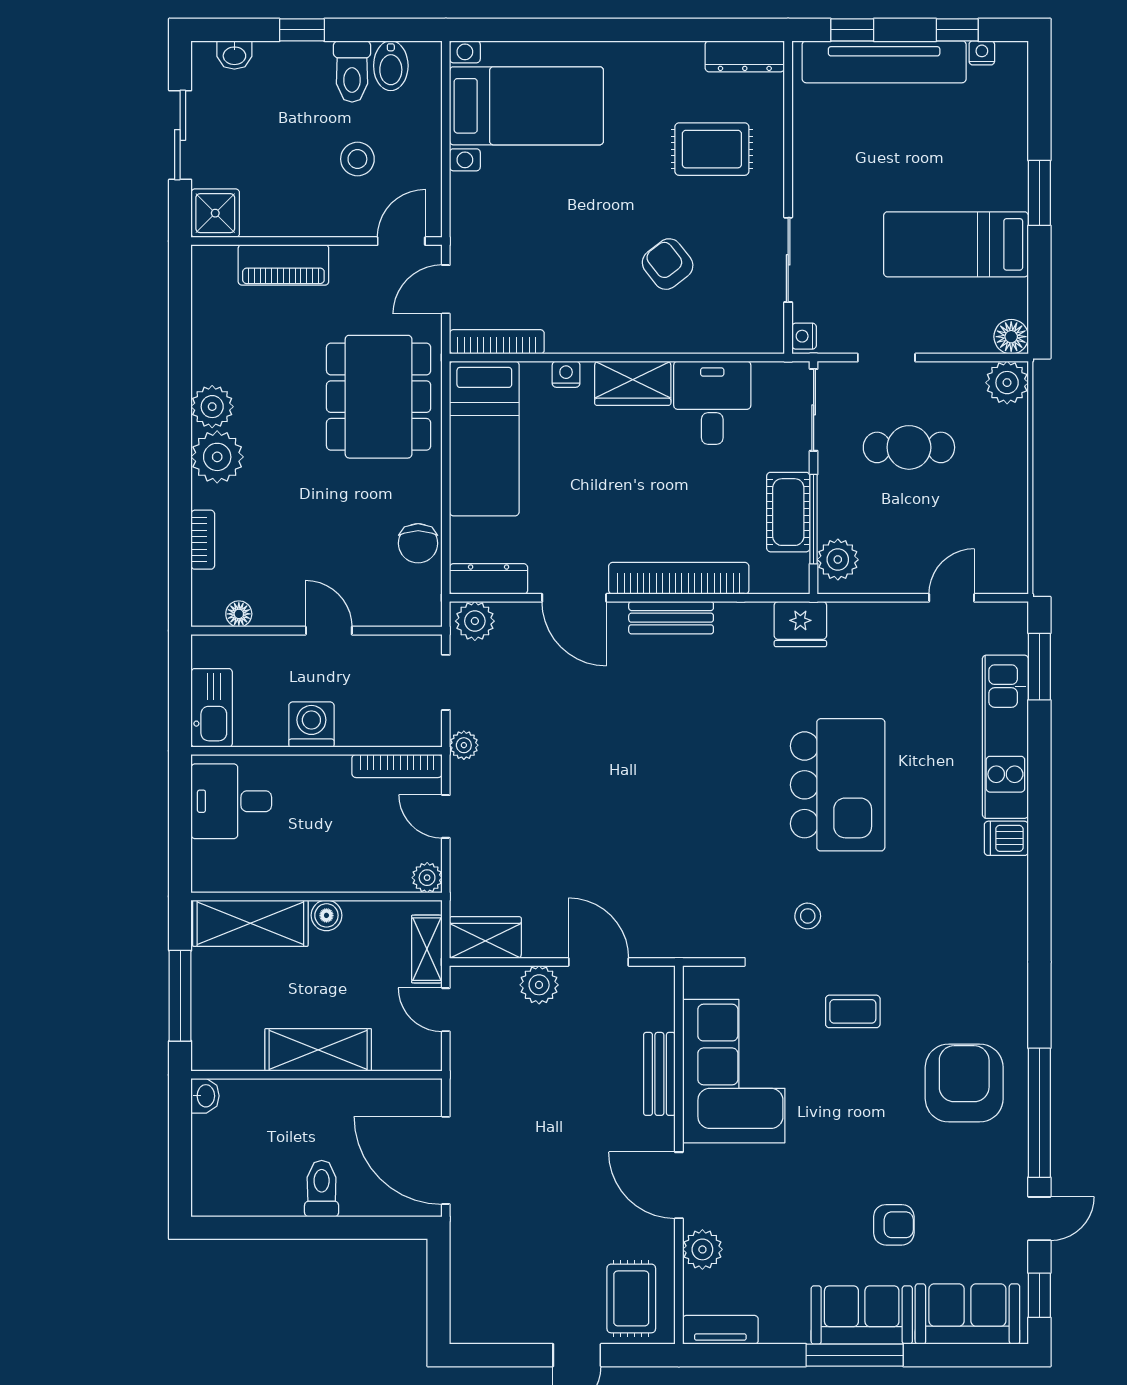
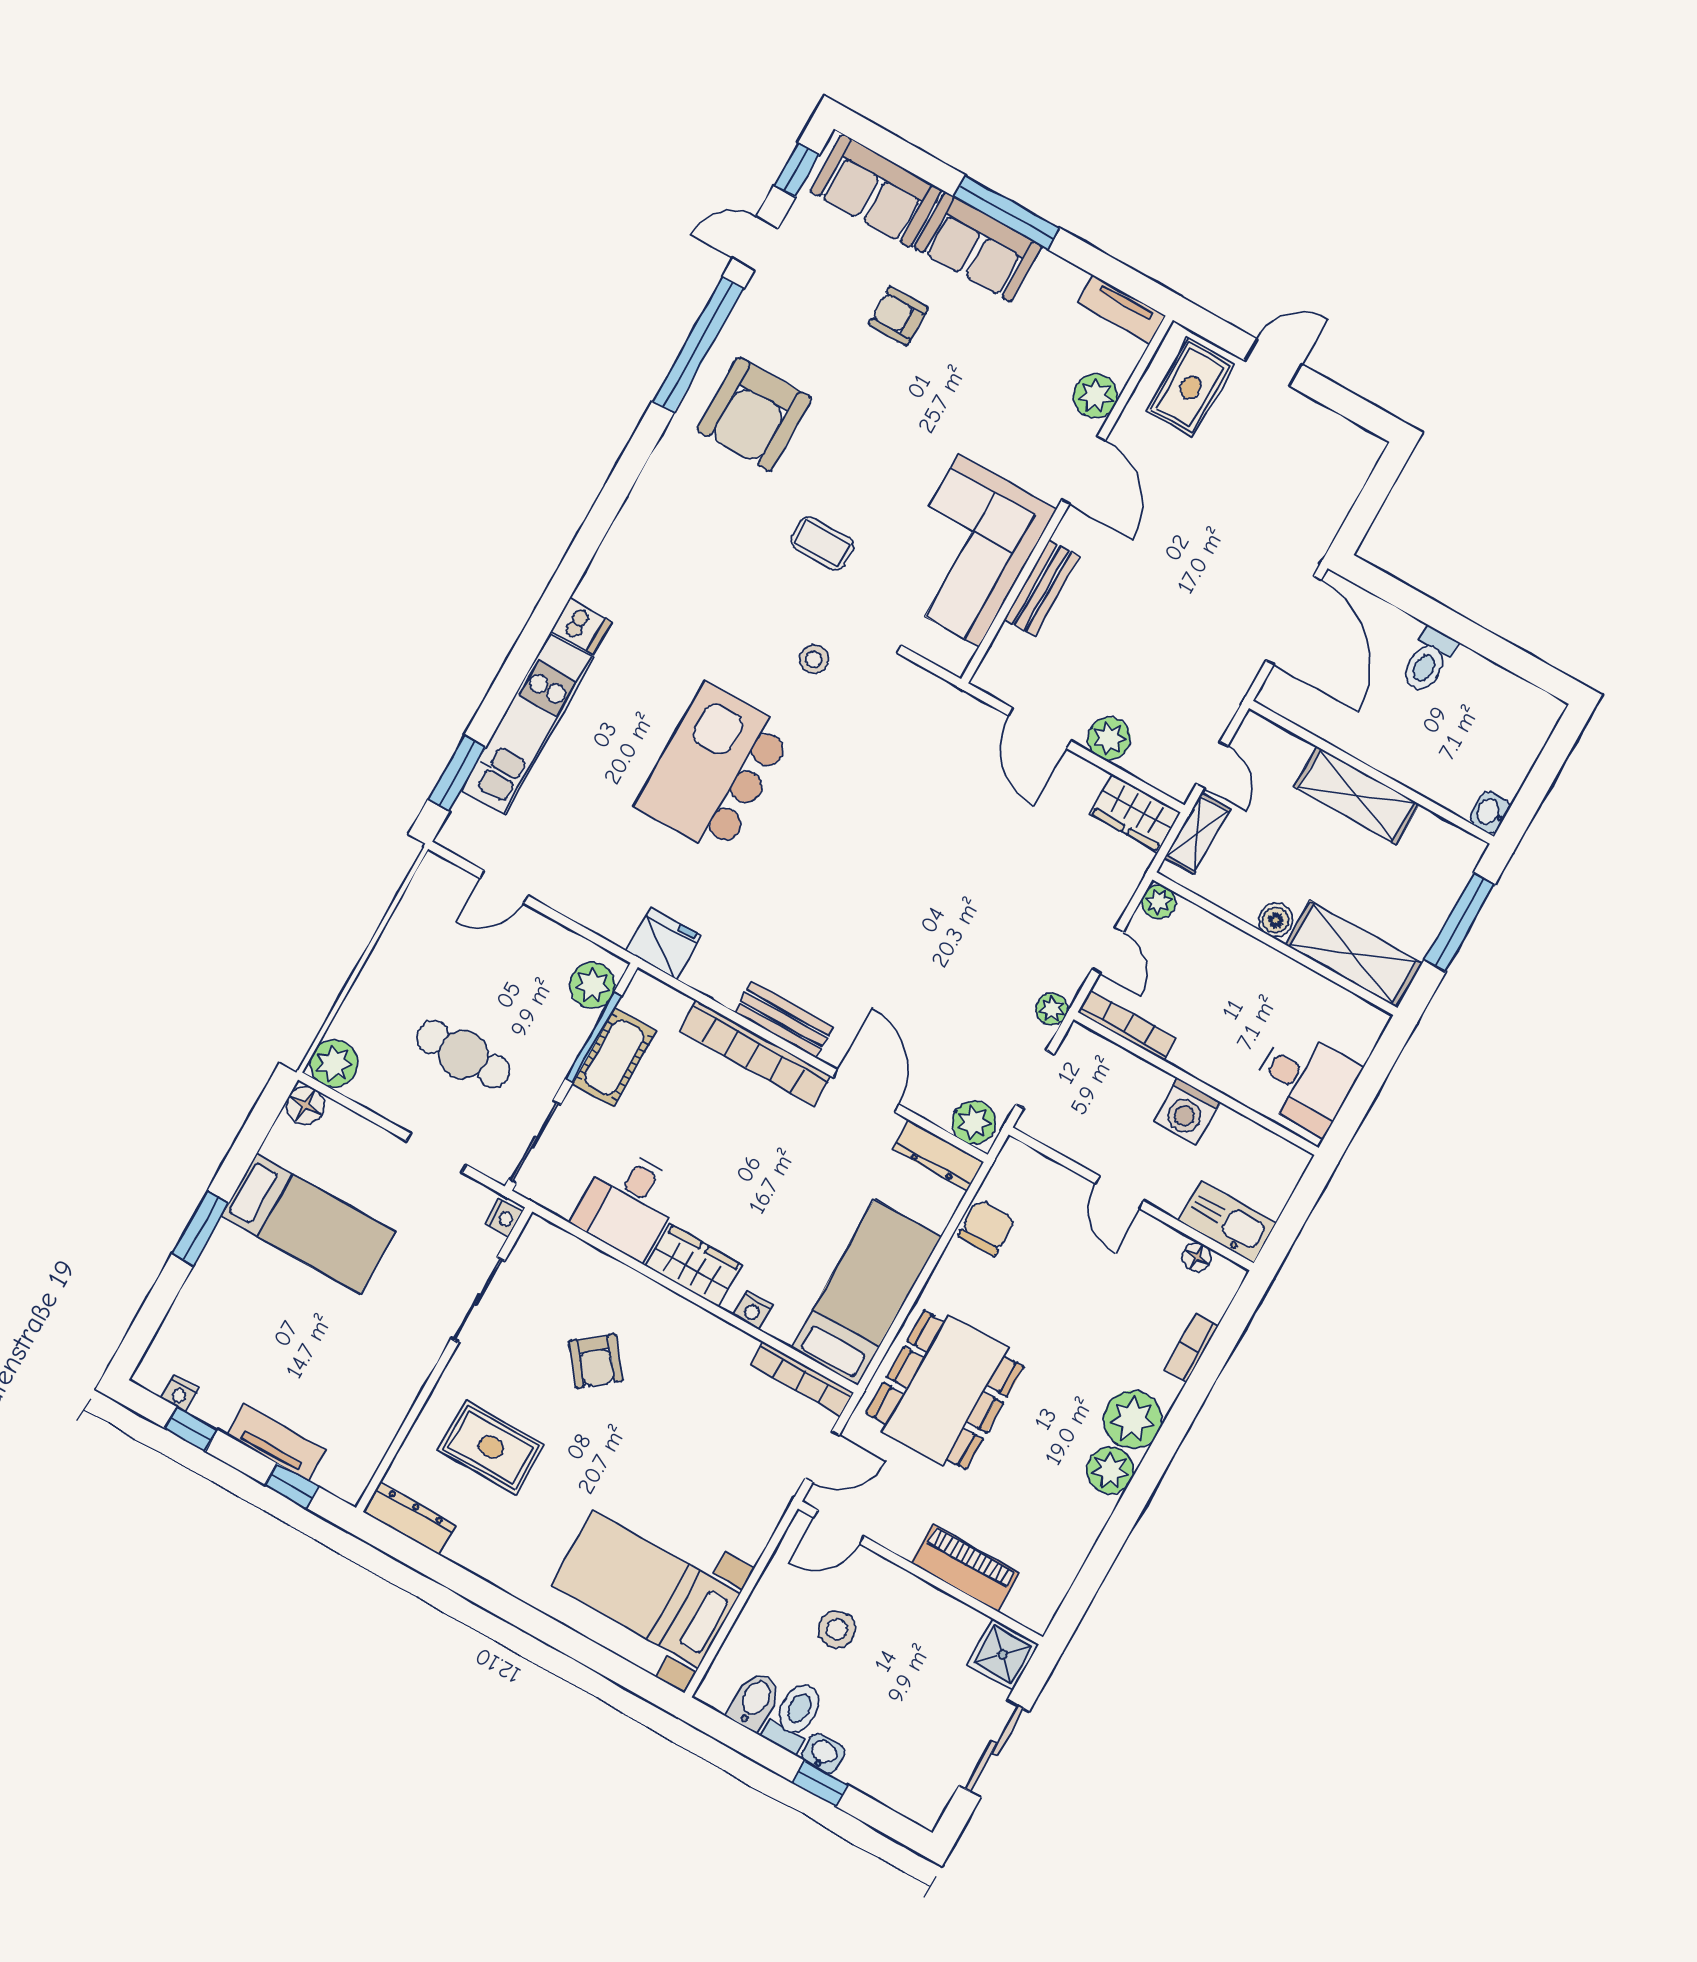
washbasin: (234, 55) -> (823, 1753), moved
tv unit: (884, 62) -> (276, 1442), width x0.52, depth x0.78
kitchen sink: (212, 708) -> (1227, 1222), moved, turned 90

